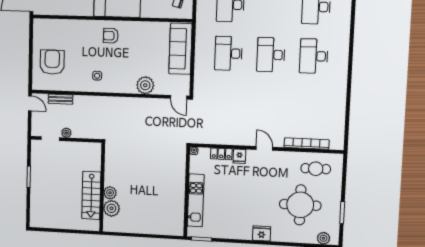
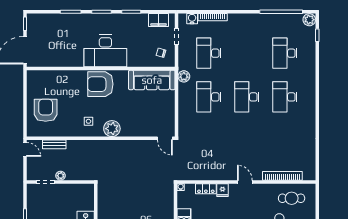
plant: (202, 30) -> (184, 76), added
armchair: (111, 36) -> (100, 84), width x1.88, depth x1.88
sofa: (180, 49) -> (152, 80), moved, turned -90
plant: (145, 85) -> (112, 129), moved

